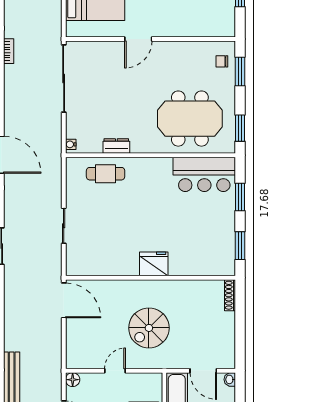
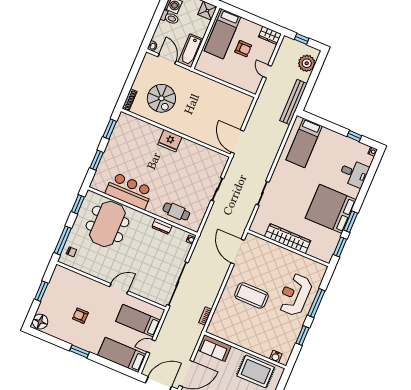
window: (240, 72) -> (63, 240), width x1.44
meeting table: (190, 119) -> (107, 224), turned 90
bar counter: (204, 174) -> (129, 191), moved
spiral stairs: (149, 328) -> (161, 98), moved, turned 90
door: (115, 371) -> (224, 83), removed
floor lamp: (73, 380) -> (253, 89), removed

